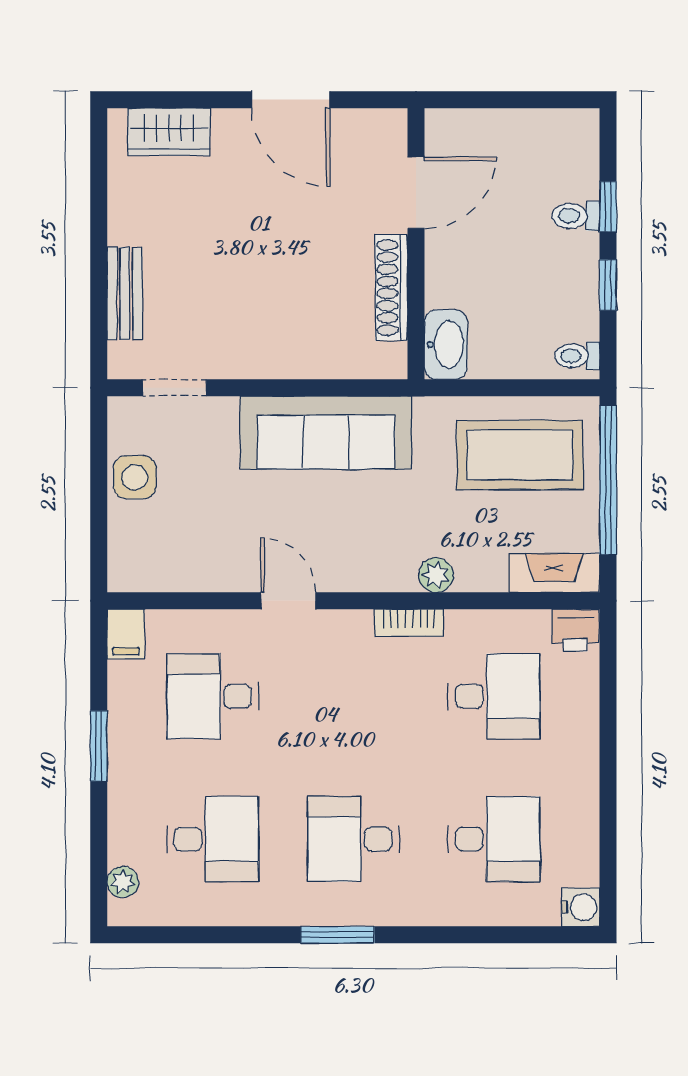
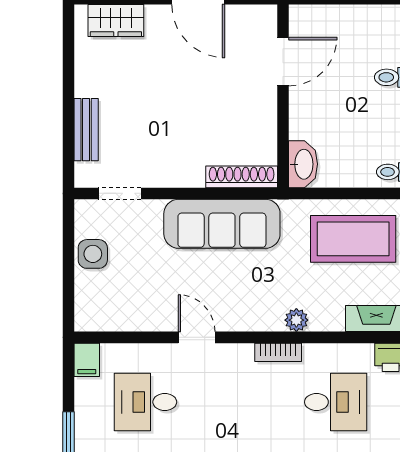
shoe rack: (391, 287) -> (242, 177), moved, turned 90

